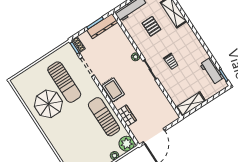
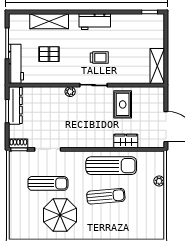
workbench: (212, 71) -> (95, 22), moved
sun lounger: (64, 82) -> (48, 183), width x0.73, depth x0.75
rug: (113, 90) -> (123, 104), moved, turned 90
sun lounger: (104, 117) -> (111, 166), turned 180
sun lounger: (81, 127) -> (106, 196), added
plant: (127, 144) -> (155, 160), removed

